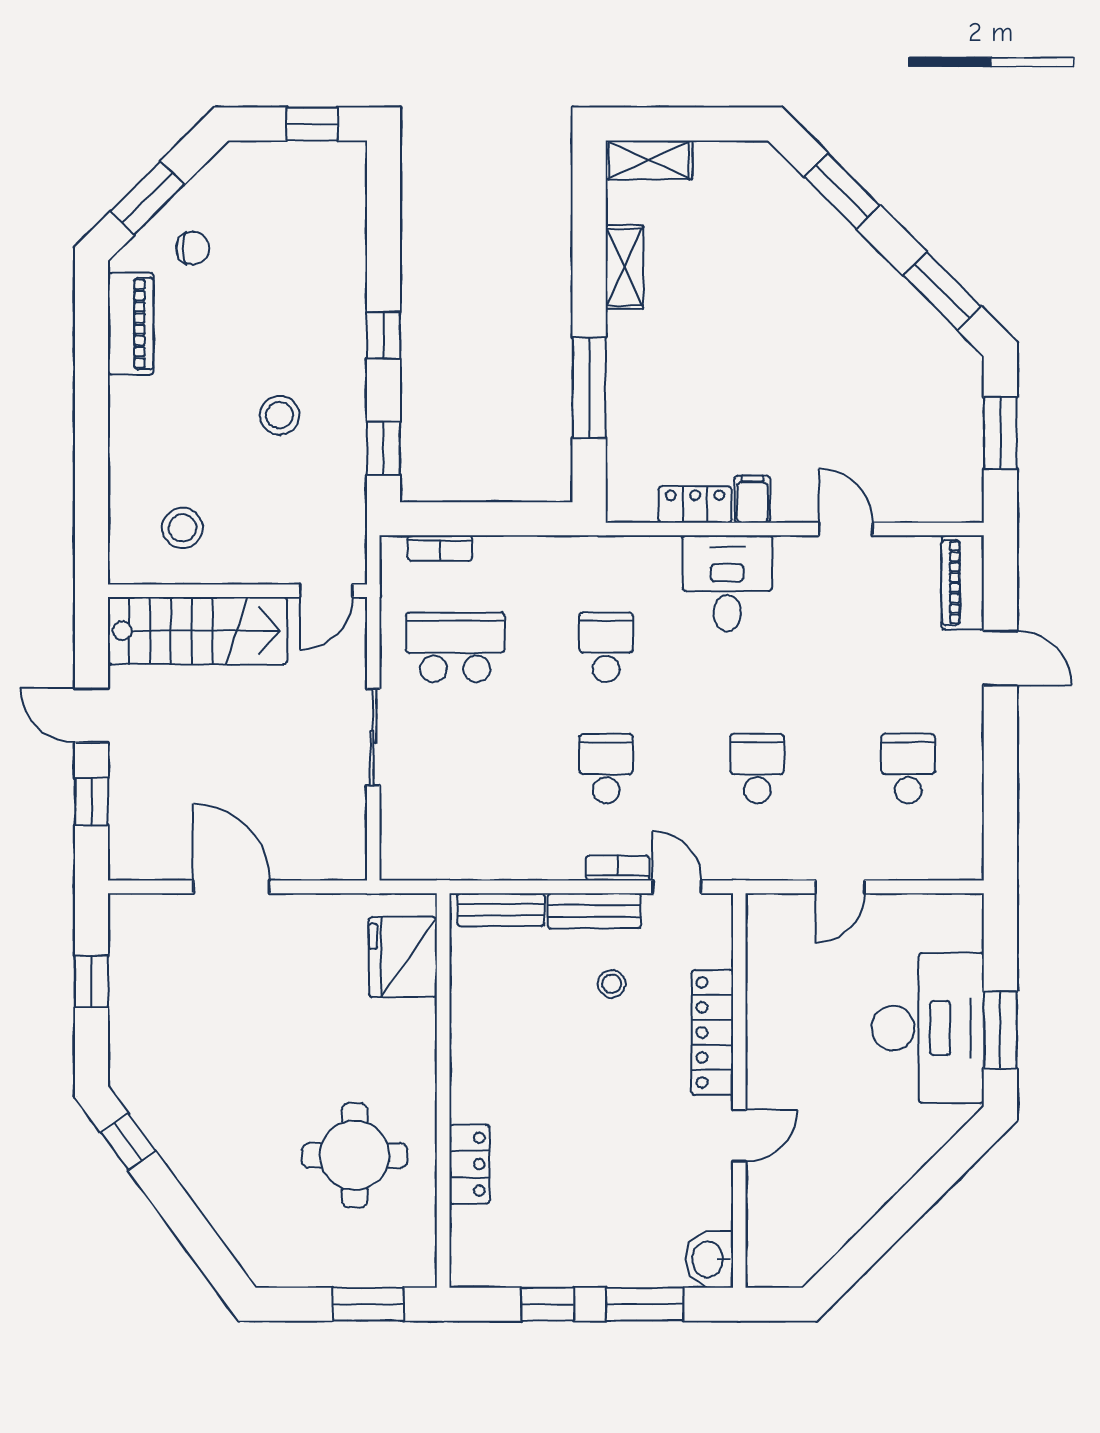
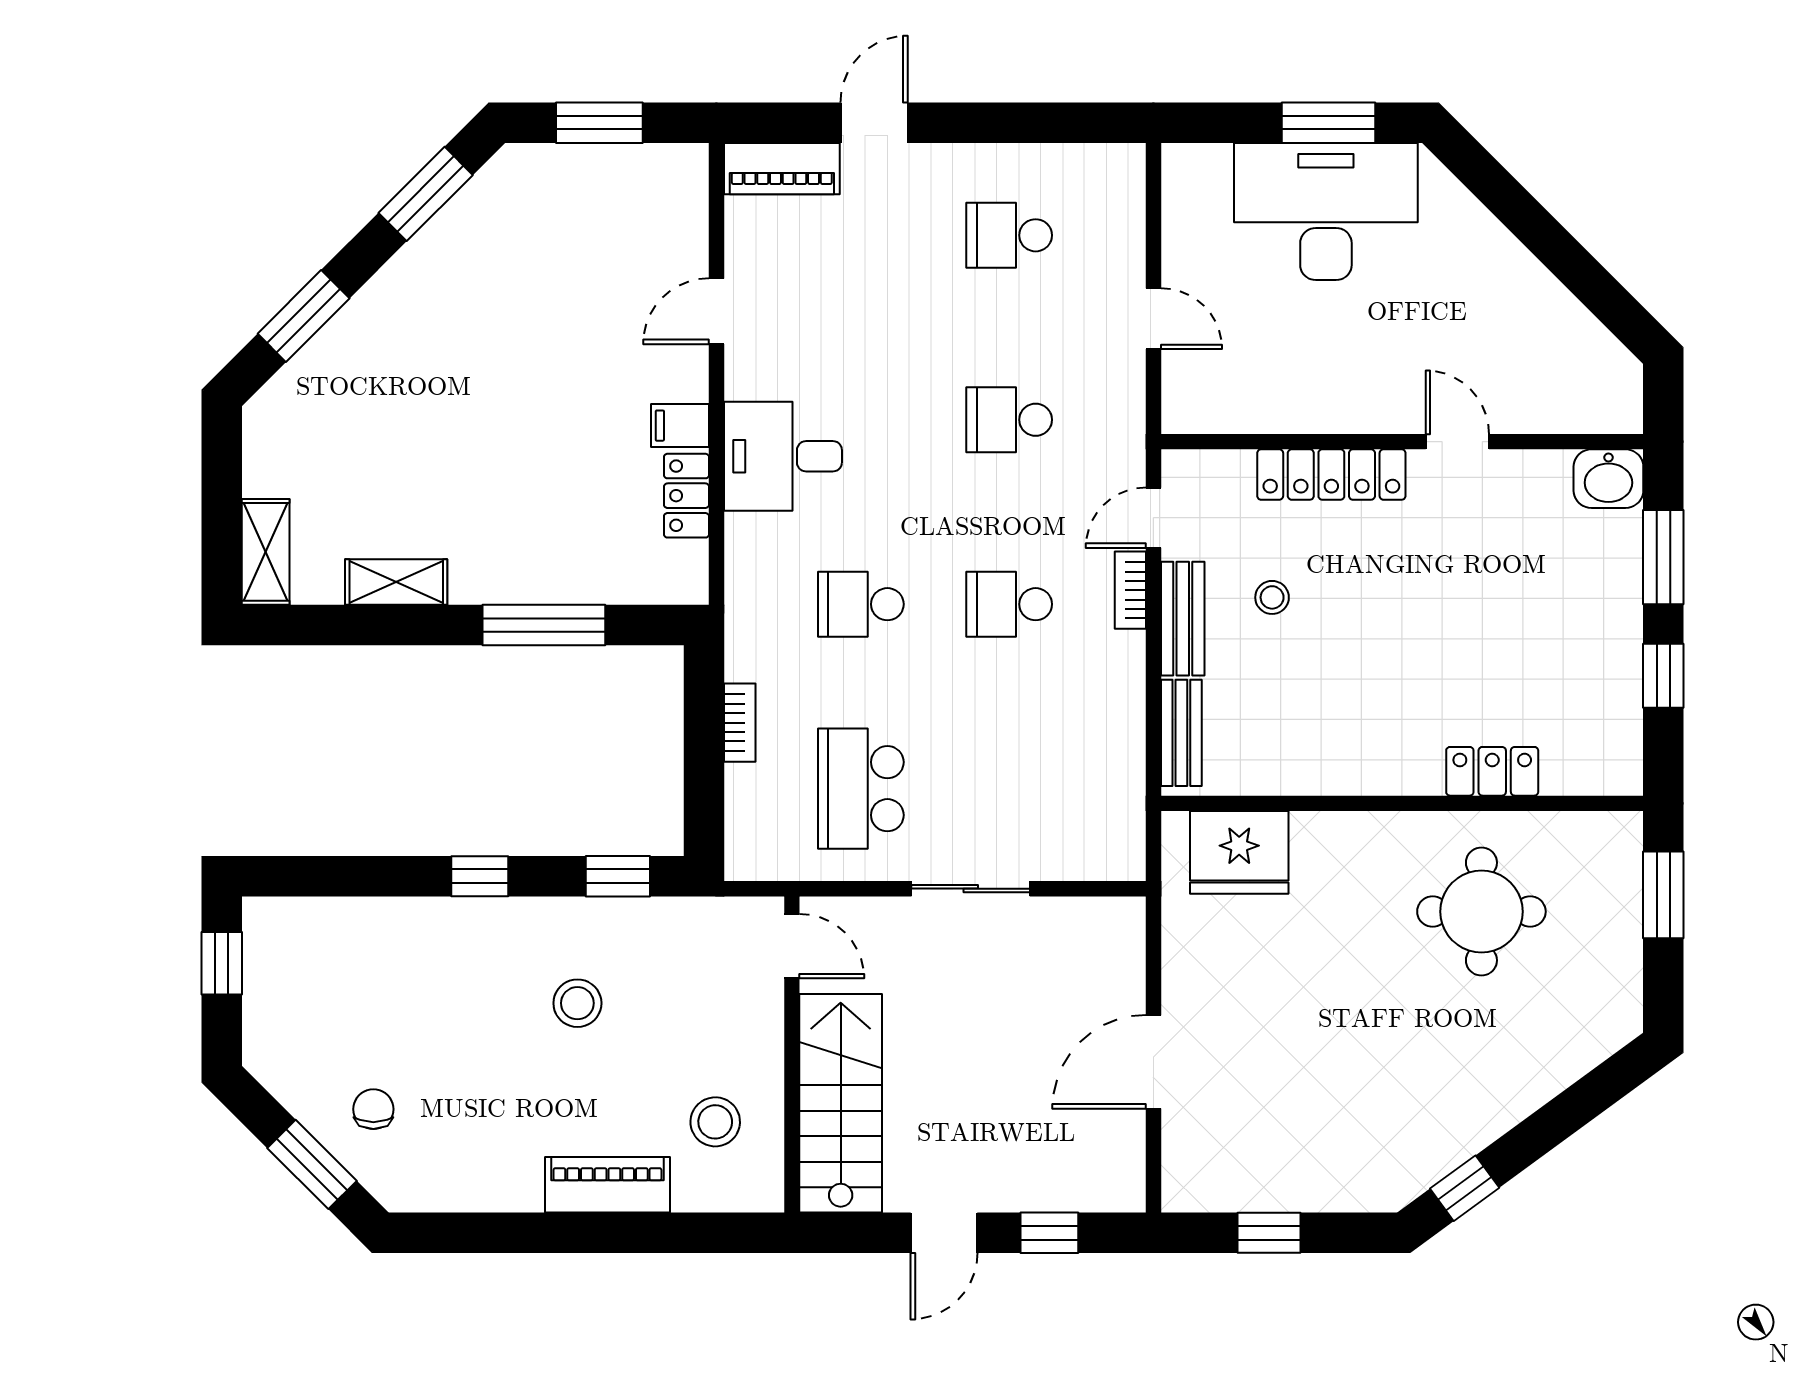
piano: (131, 324) -> (607, 1185), moved
bookcase: (440, 548) -> (740, 723), moved

